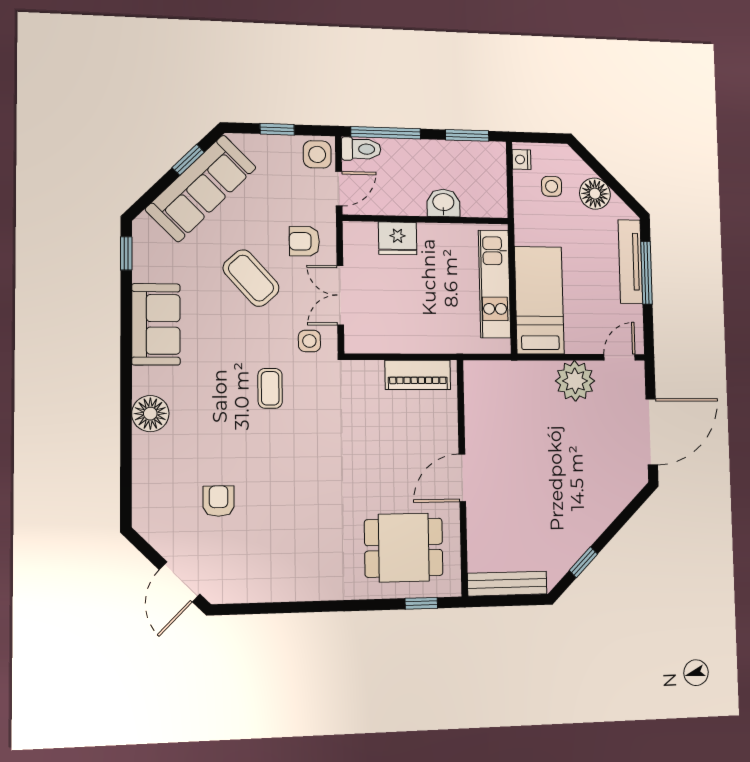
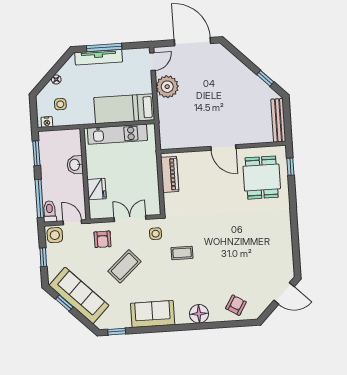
floor lamp: (595, 194) -> (56, 79), width x0.53, depth x0.53
double door: (340, 295) -> (130, 219), swing flipped
door: (620, 357) -> (153, 62), swing flipped
armchair: (219, 501) -> (236, 305), moved, turned 121

